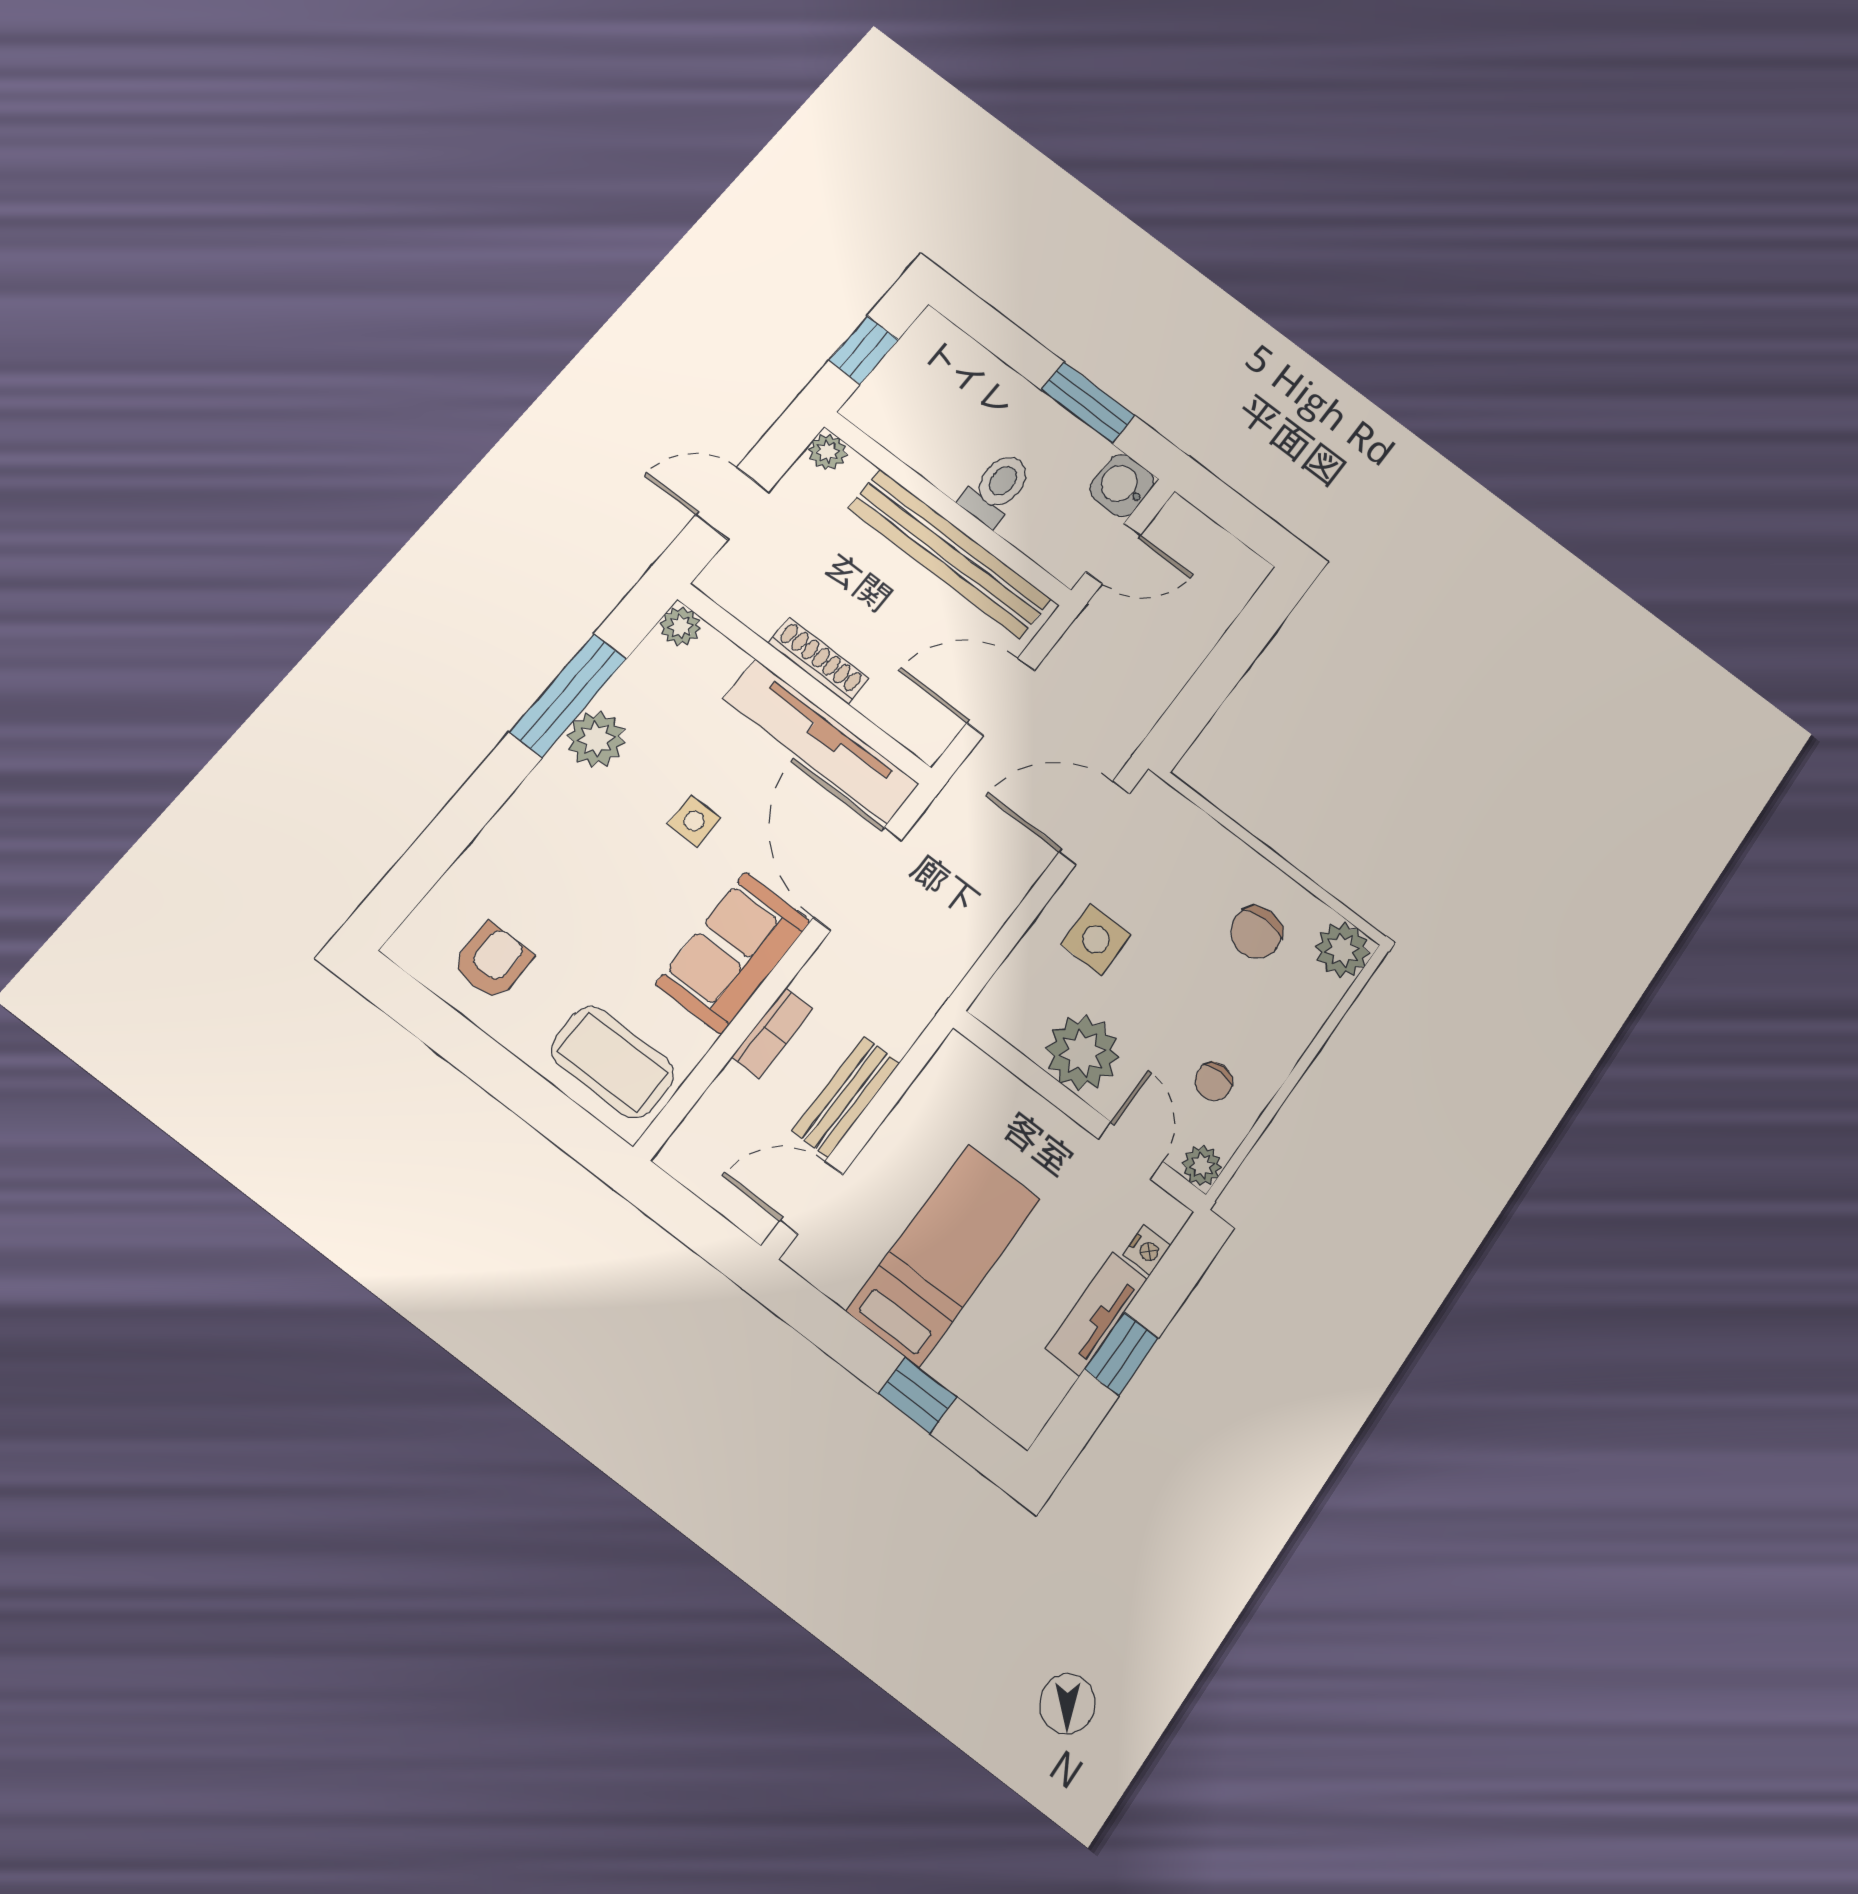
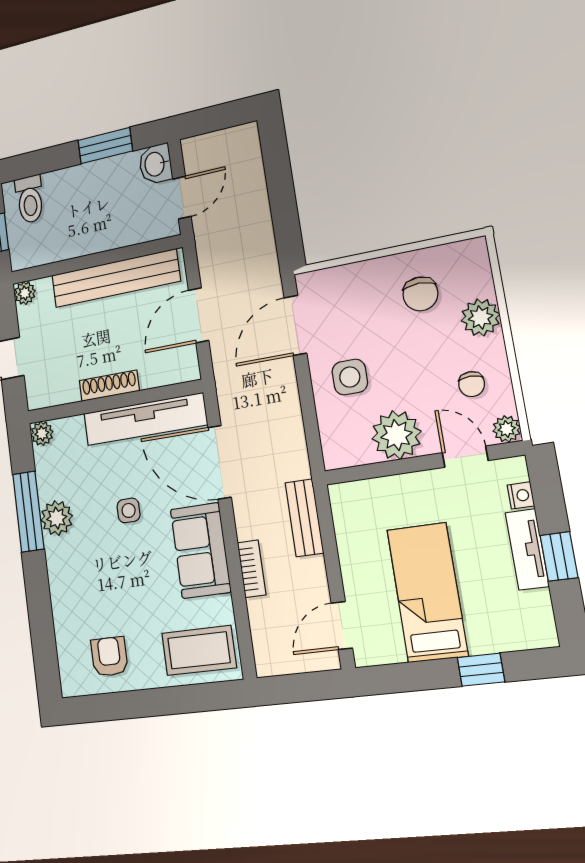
toilet: (997, 489) -> (30, 199), moved, turned 180
plant: (1342, 950) -> (481, 317), moved
bench: (846, 1097) -> (304, 518), moved

